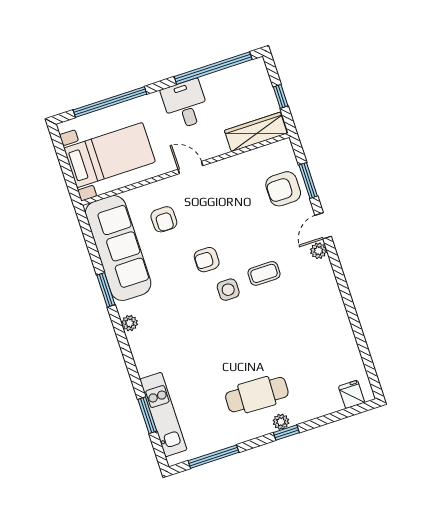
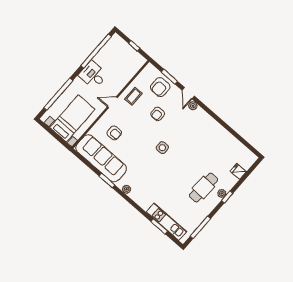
wardrobe: (256, 132) -> (133, 69), removed
armchair: (207, 260) -> (158, 114), moved
coffee table: (264, 273) -> (133, 96), moved
fridge: (352, 394) -> (238, 171), moved

